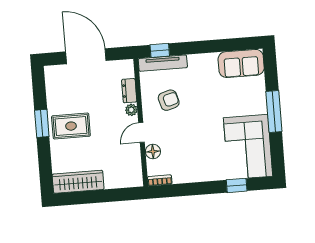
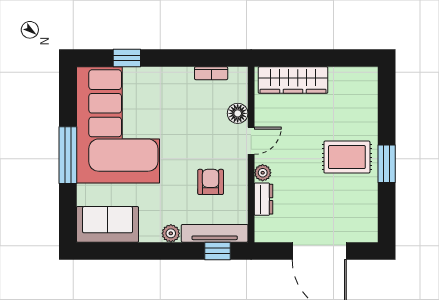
plant: (195, 61) -> (171, 233), added
armchair: (169, 100) -> (211, 182), turned 106
corner sofa: (248, 147) -> (118, 125), width x1.36, depth x1.36
bookcase: (160, 180) -> (211, 73), moved
wardrobe: (78, 182) -> (293, 80), moved

